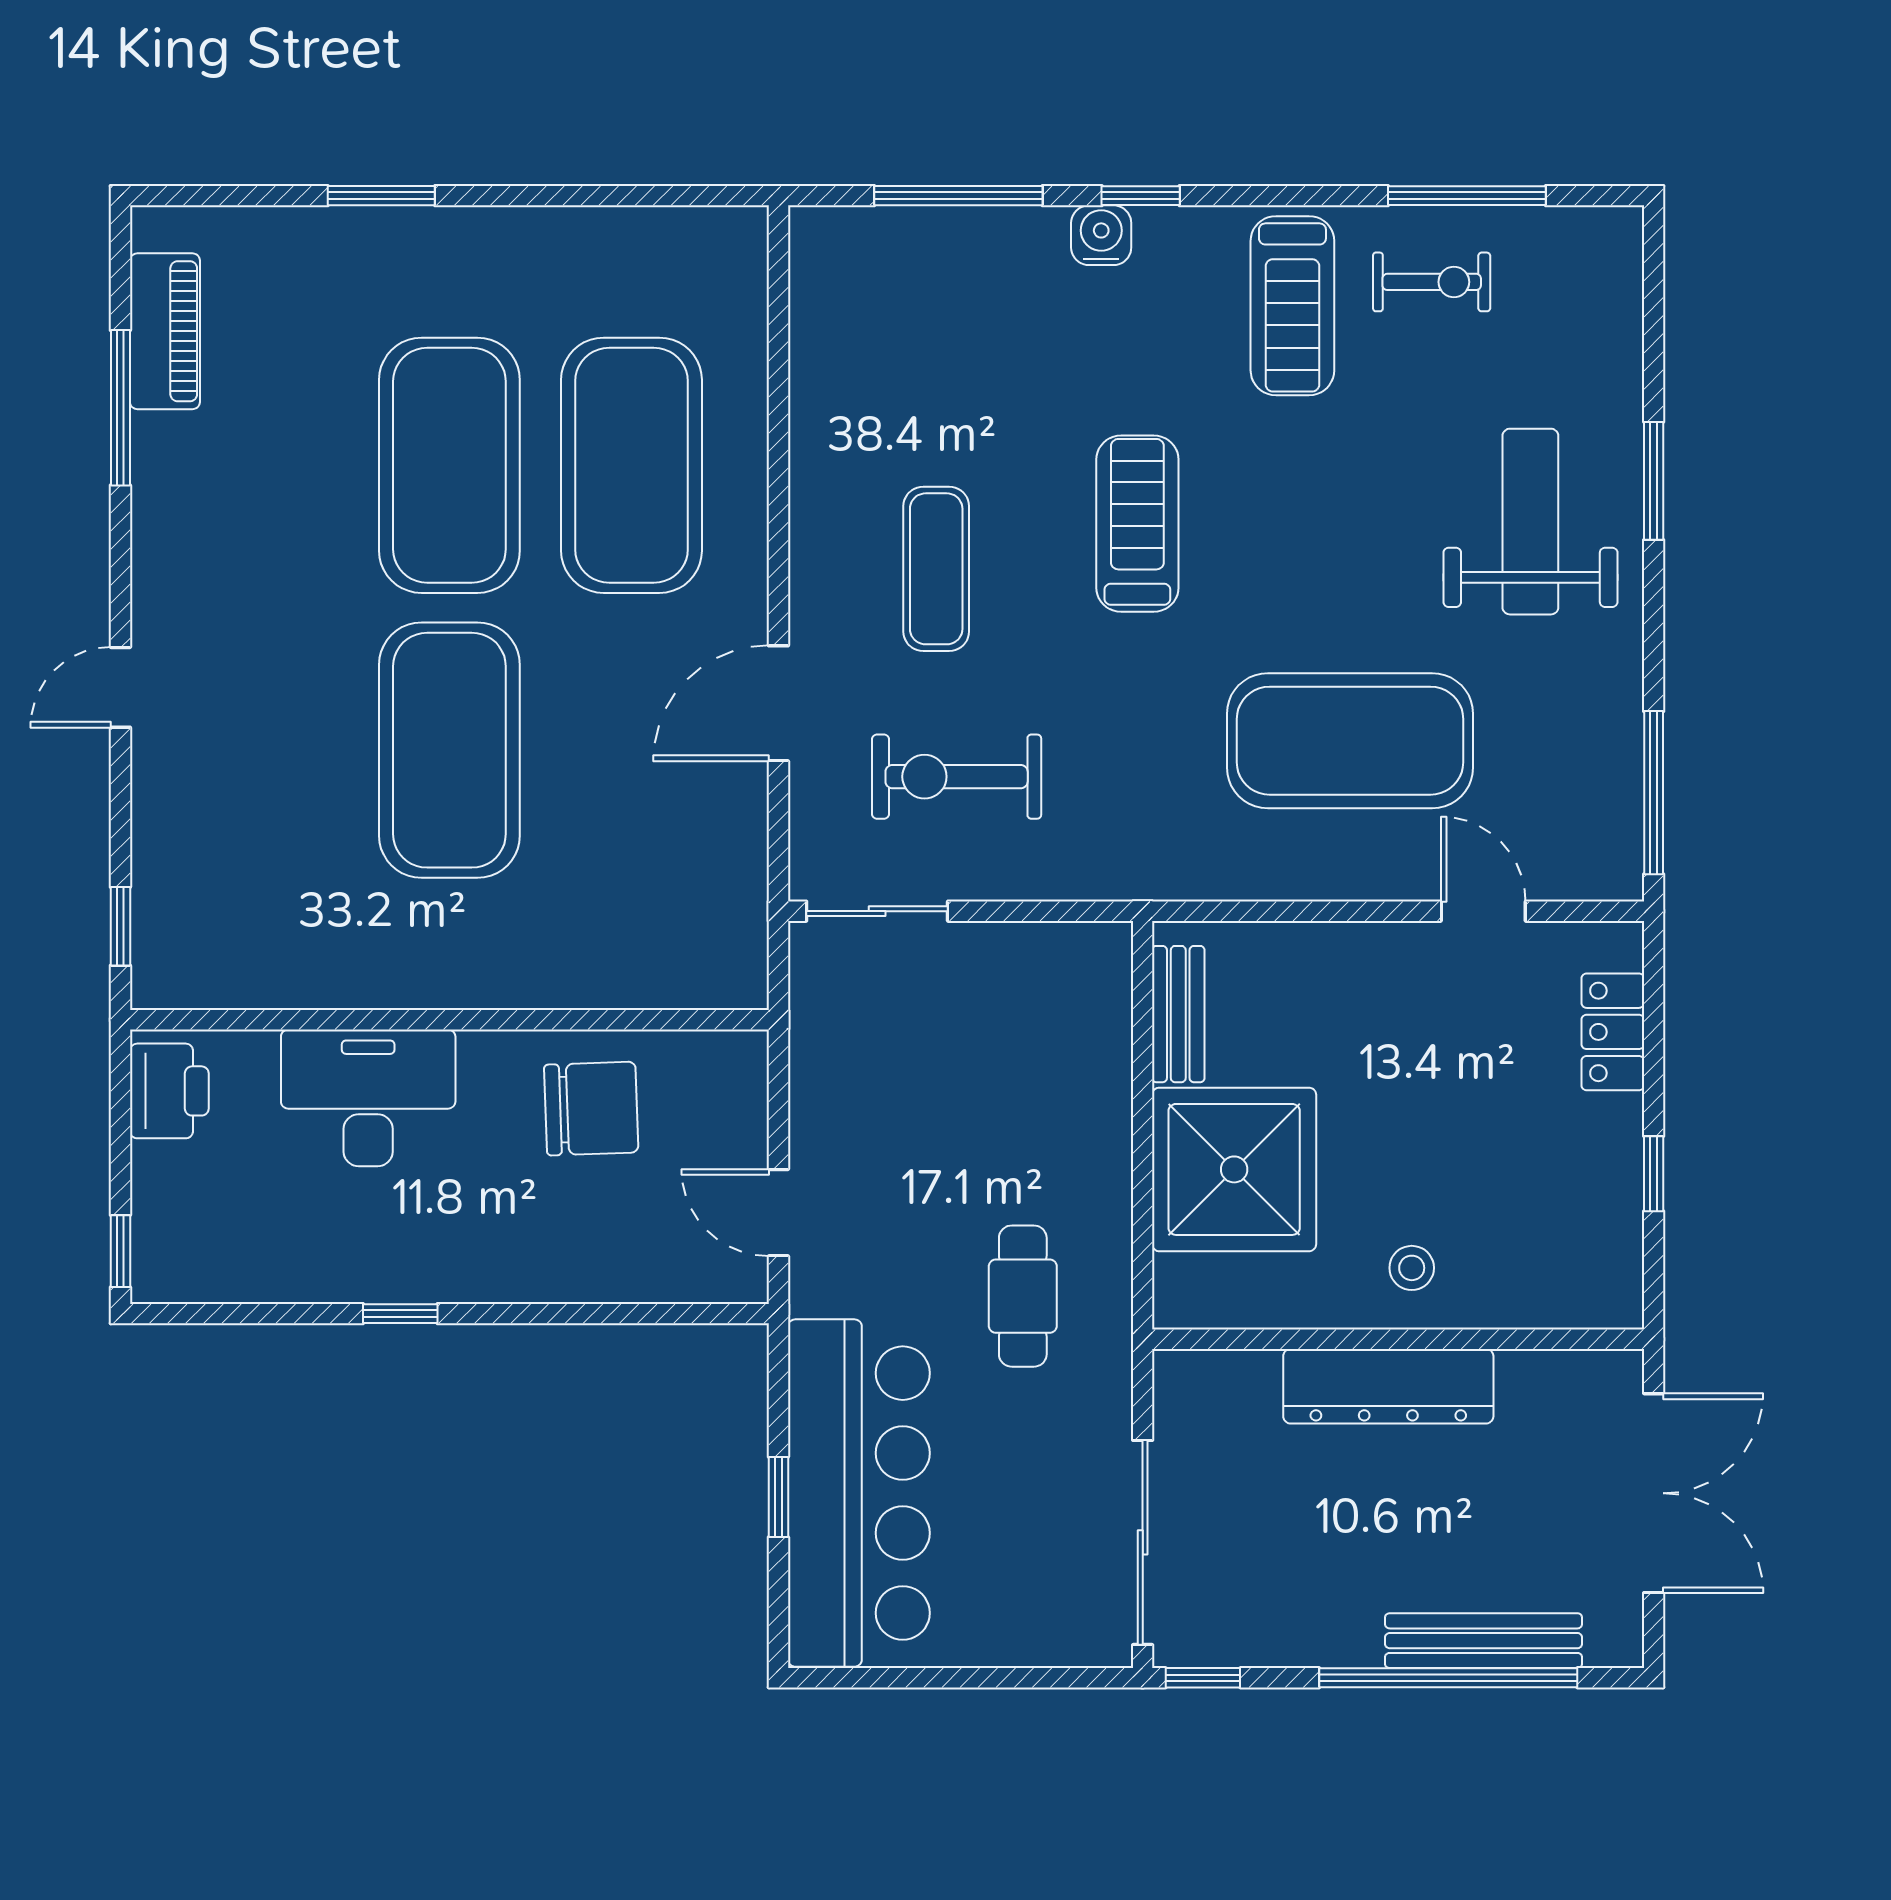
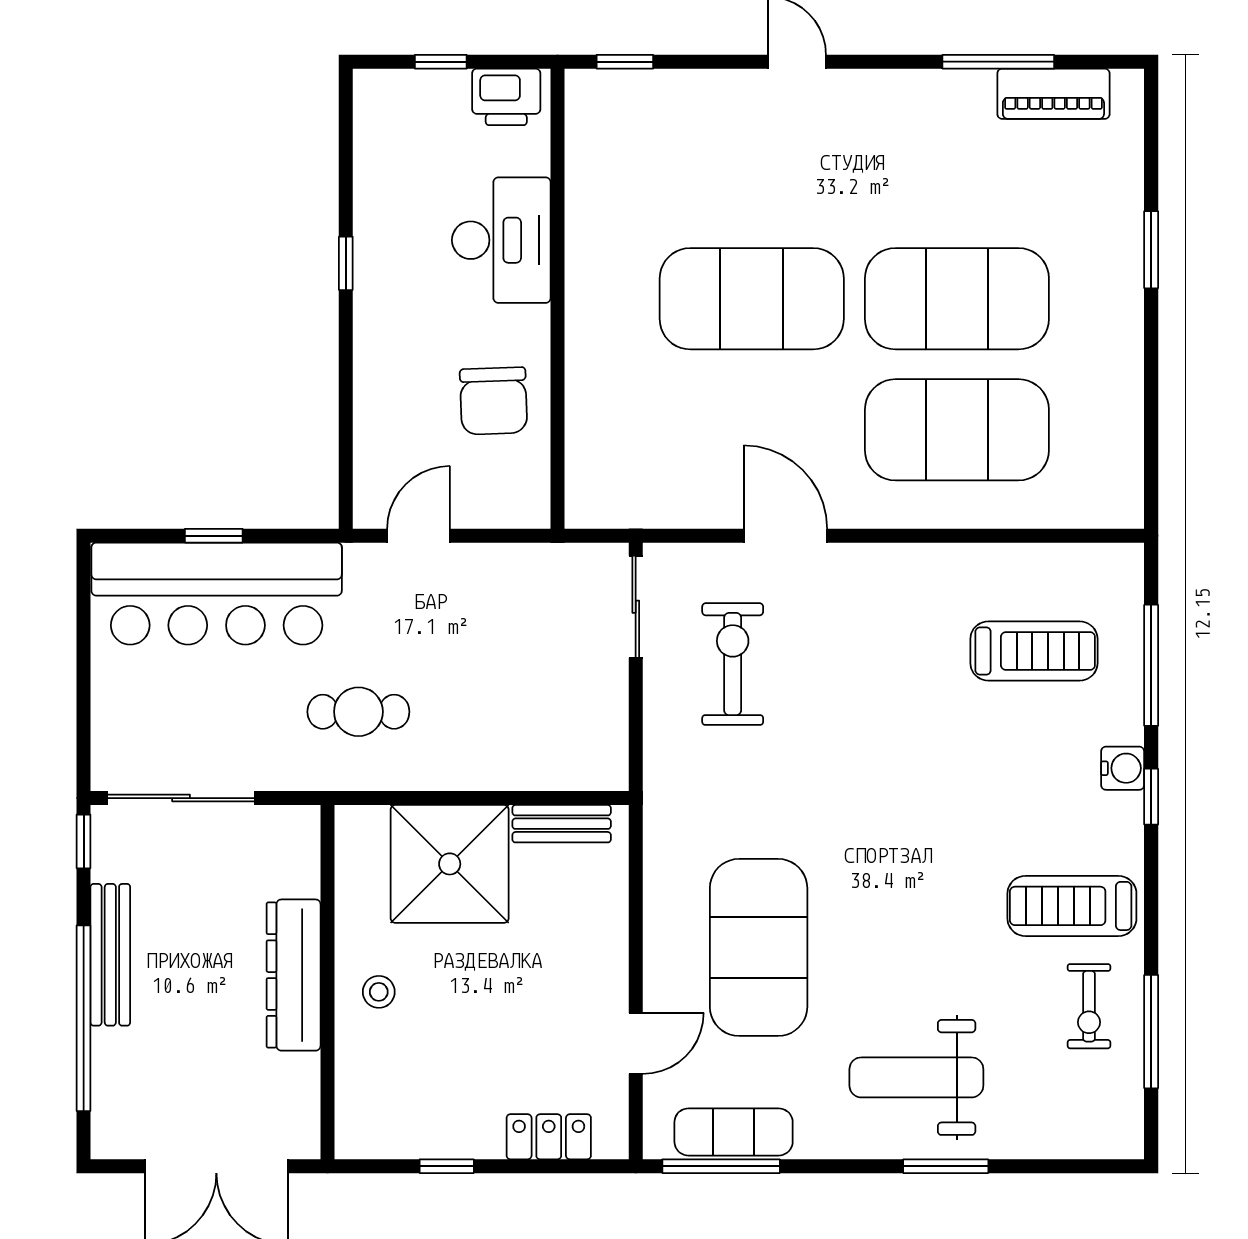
weight bench: (1530, 522) -> (916, 1077), turned 180
treadmill: (1137, 524) -> (1034, 651), moved
exercise mat: (936, 569) -> (734, 1132), moved
window: (120, 1251) -> (441, 62), moved
bench: (1484, 1641) -> (110, 955), moved

